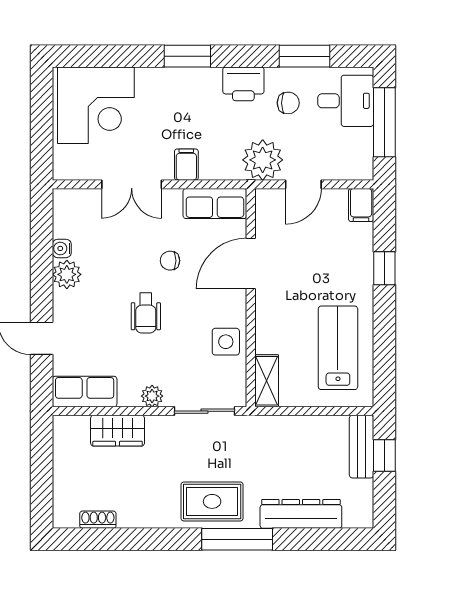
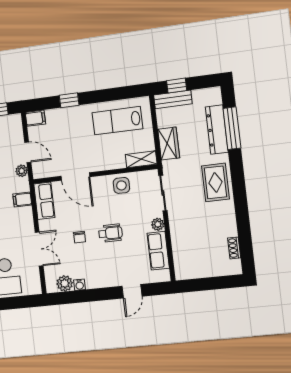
plant: (263, 160) -> (22, 171), width x0.53, depth x0.53
filing cabinet: (186, 165) -> (22, 200), moved
chair: (170, 261) -> (79, 237), moved
plant: (67, 274) -> (65, 283), moved
row of seats: (85, 392) -> (158, 251), moved
wardrobe: (118, 431) -> (169, 144), moved
window: (237, 539) -> (232, 128), moved

